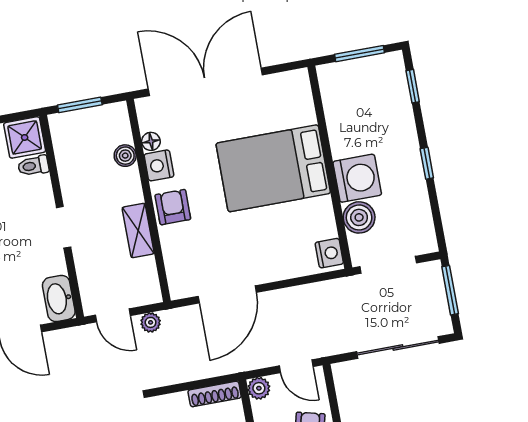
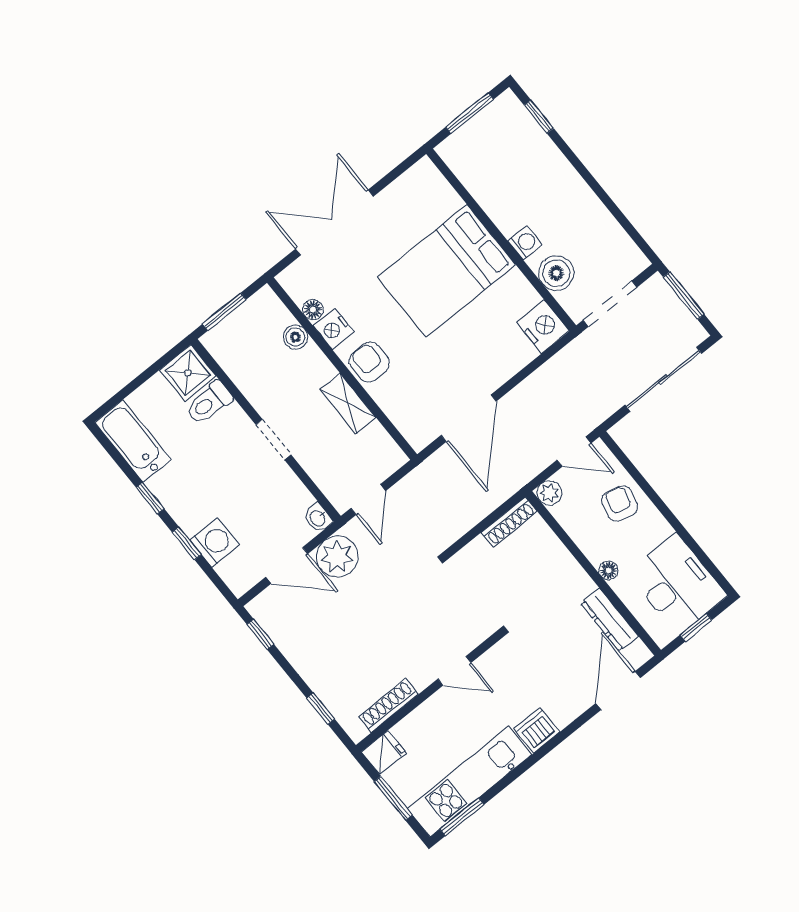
double door: (205, 82) -> (334, 223), width x0.73
window: (427, 163) -> (594, 184), removed
toilet: (33, 166) -> (209, 403), width x1.37, depth x1.39
washing machine: (357, 178) -> (525, 243), width x0.53, depth x0.53
nightstand: (329, 253) -> (543, 327), width x1.36, depth x1.33
washbasin: (59, 298) -> (318, 518), width x0.52, depth x0.69
door: (113, 315) -> (368, 499), hinge flipped
plant: (151, 322) -> (337, 557), moved, width x1.88, depth x1.88

